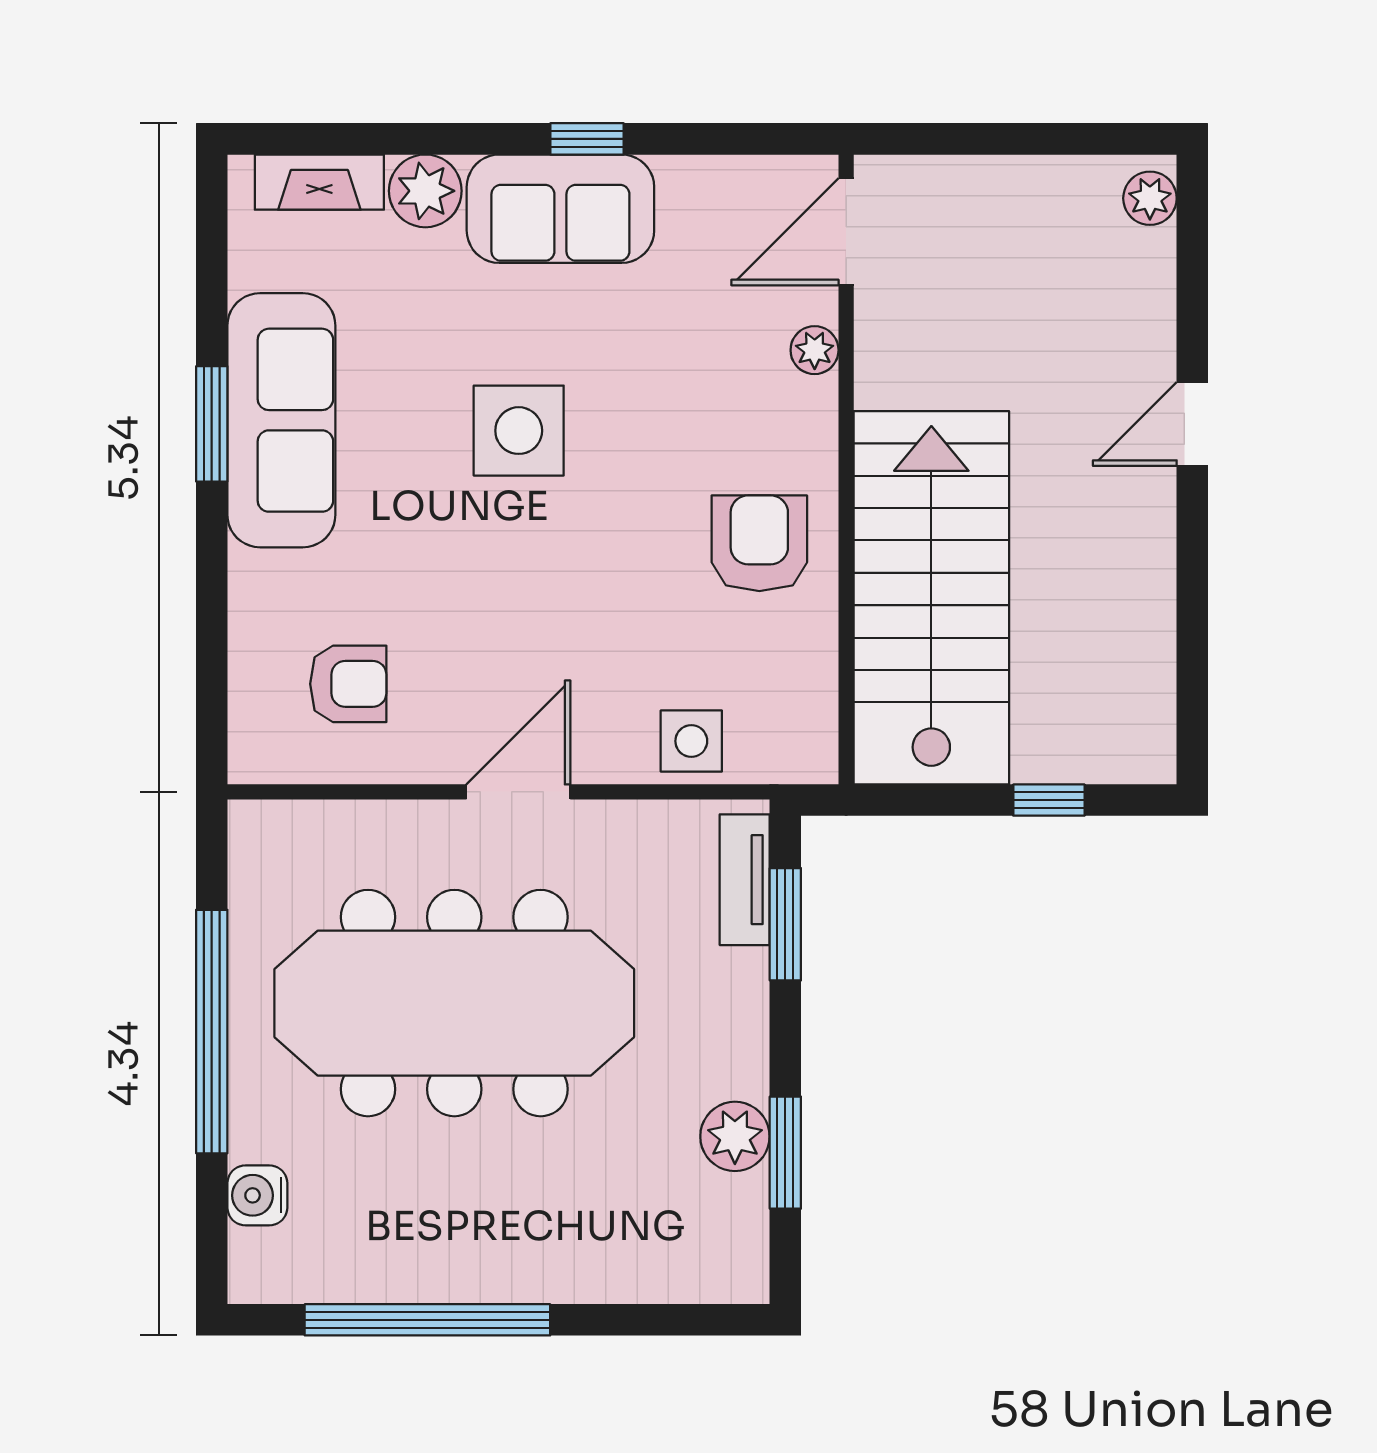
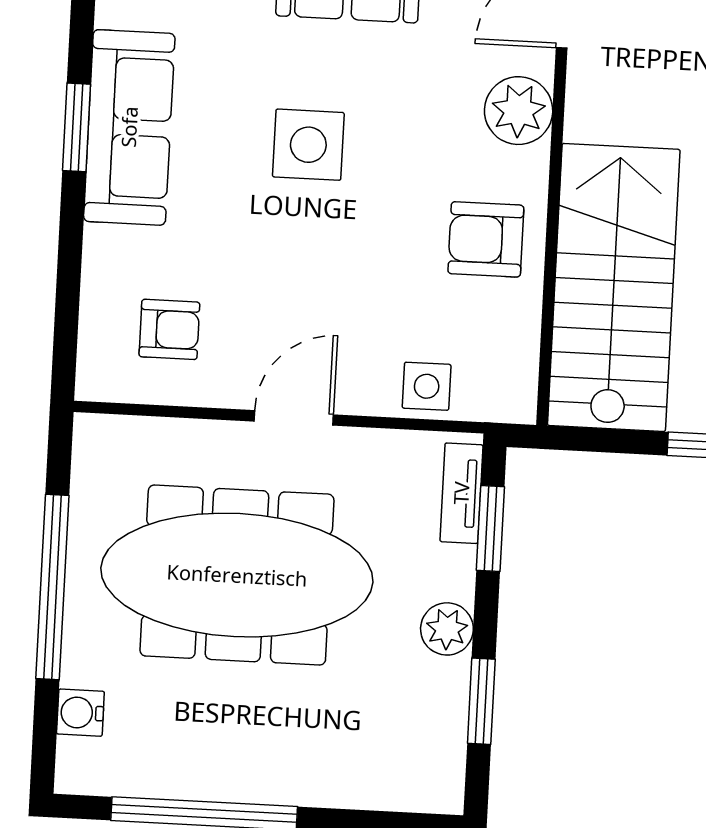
plant: (815, 350) -> (519, 111), width x1.87, depth x1.87
armchair: (759, 543) -> (486, 239), turned -90
plant: (735, 1136) -> (447, 629), moved

